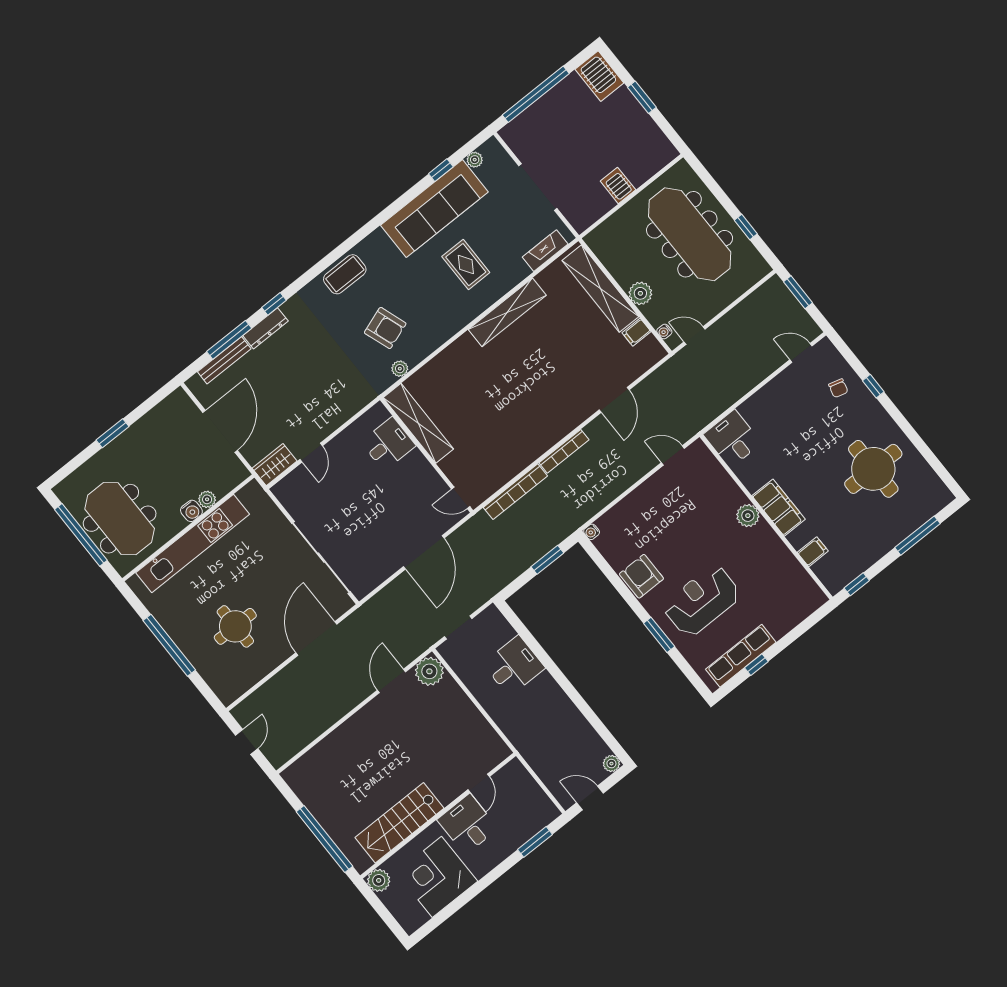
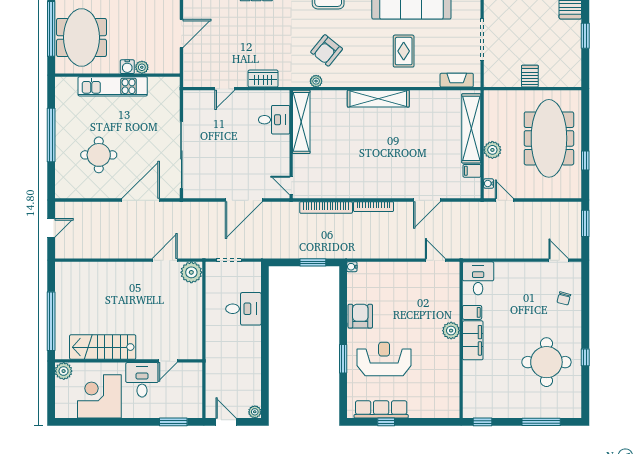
shelving: (507, 312) -> (378, 99), moved
armchair: (385, 328) -> (327, 50), turned 58
window: (873, 386) -> (585, 357), moved
door: (220, 431) -> (181, 34), width x0.73
wardrobe: (275, 465) -> (263, 79), moved
kitchen unit: (193, 544) -> (113, 86), width x0.73
filing cabinet: (813, 552) -> (472, 312), moved

